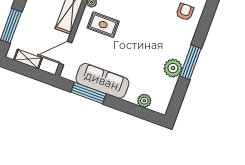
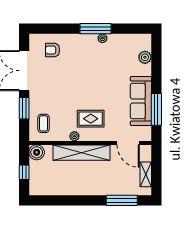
rug: (103, 25) -> (91, 119), turned 90
plant: (173, 68) -> (102, 38), width x0.53, depth x0.53

